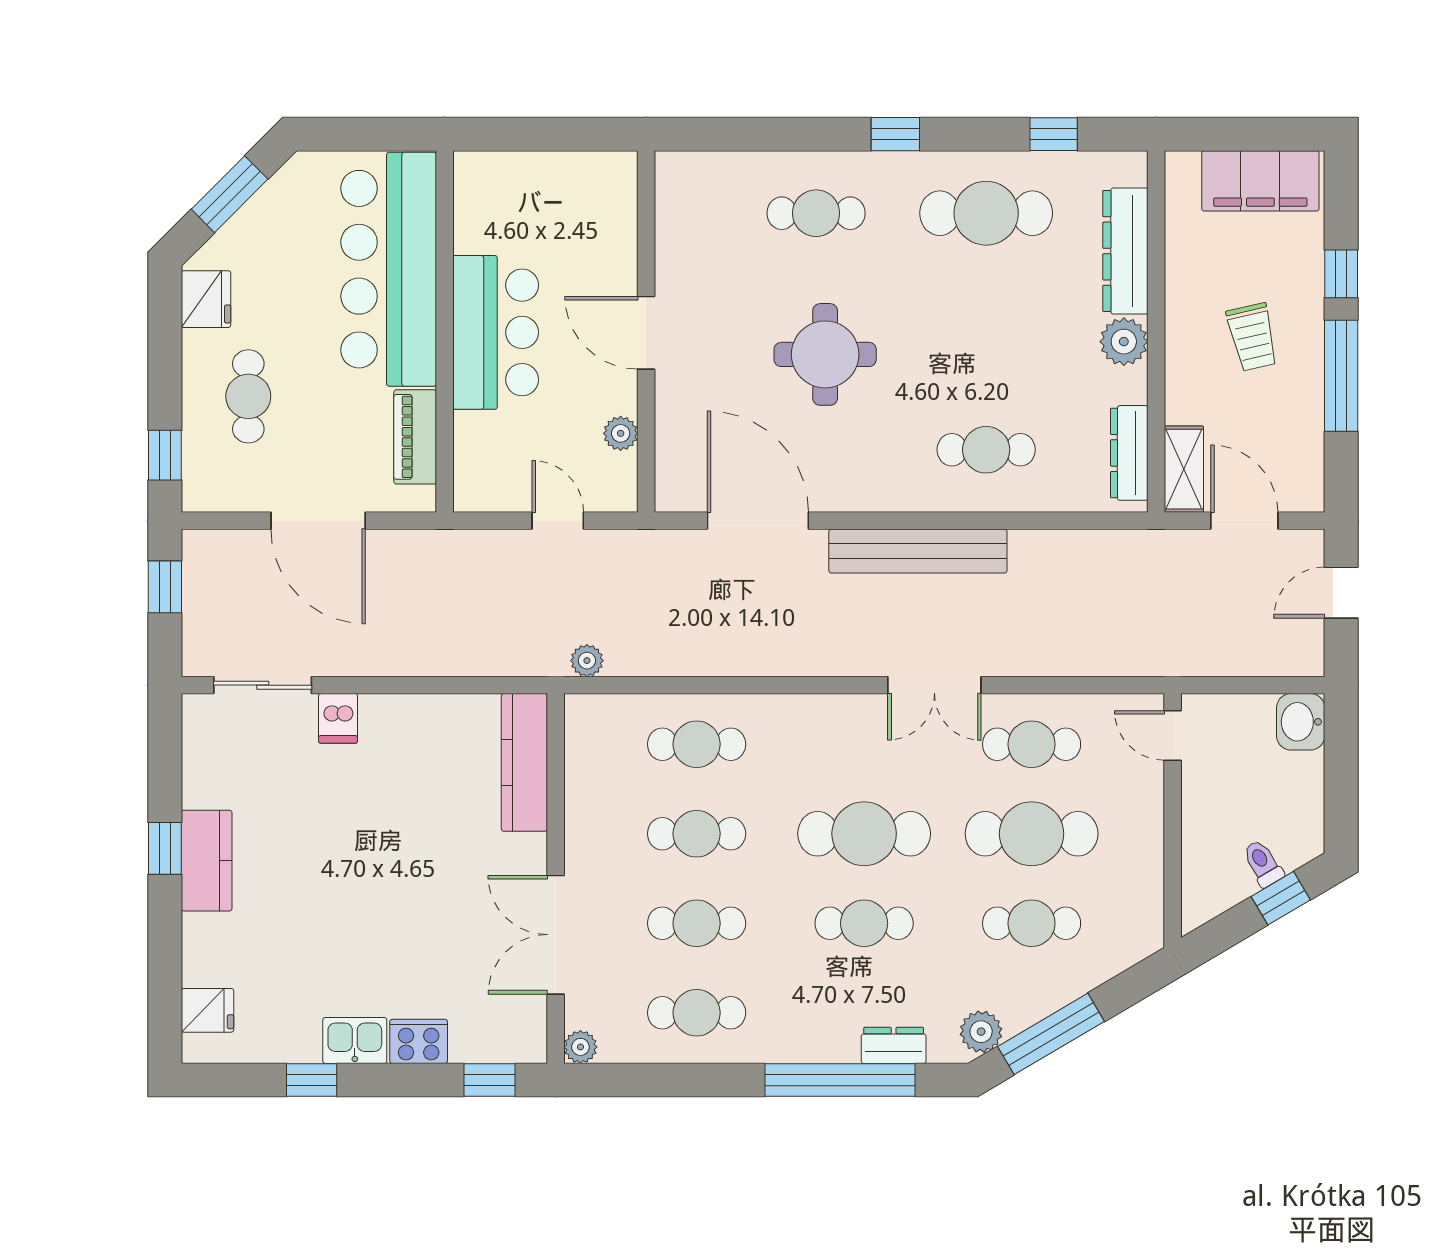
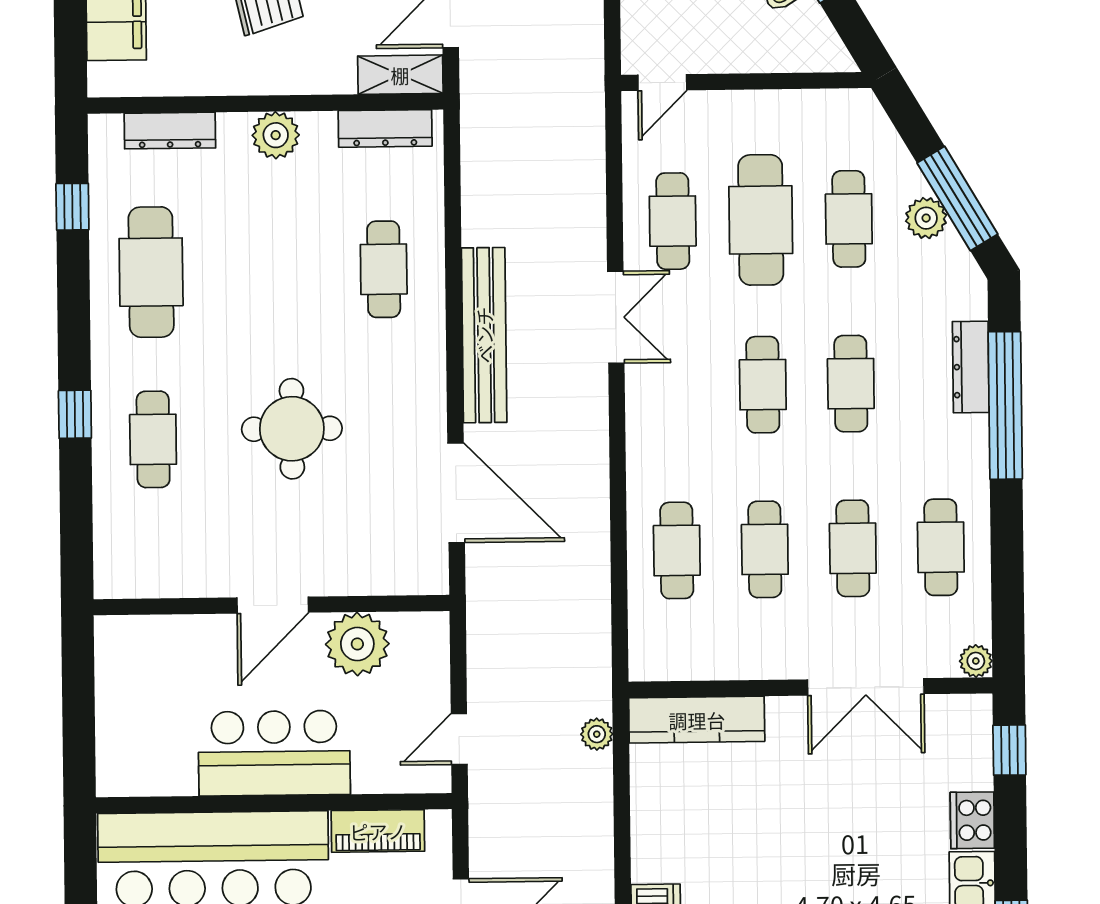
window: (895, 134) -> (75, 414), moved
dresser: (1125, 251) -> (170, 131), width x0.73, depth x0.80
plant: (621, 433) -> (357, 644), width x1.88, depth x1.88
door: (558, 521) -> (459, 739), moved
door: (758, 521) -> (456, 493), swing flipped
plant: (587, 661) -> (597, 734), moved
cafe table: (864, 834) -> (763, 385), width x0.73, depth x0.74
plant: (981, 1032) -> (926, 218), moved
dresser: (894, 1045) -> (971, 367), width x1.44

